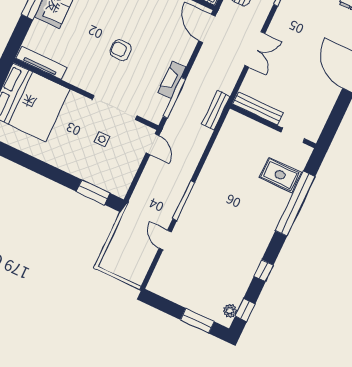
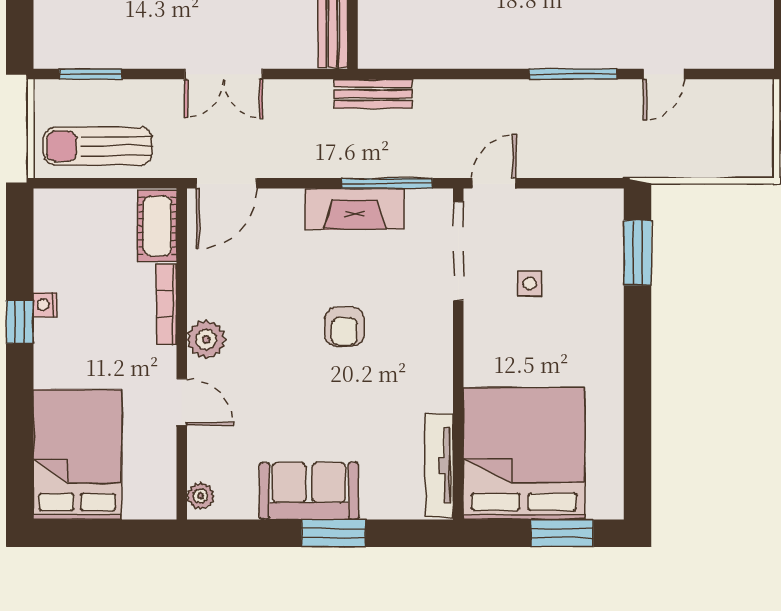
double door: (255, 49) -> (224, 74), swing flipped
fireplace: (172, 80) -> (355, 209), width x1.37, depth x1.32
doorway: (115, 108) -> (458, 251), moved

